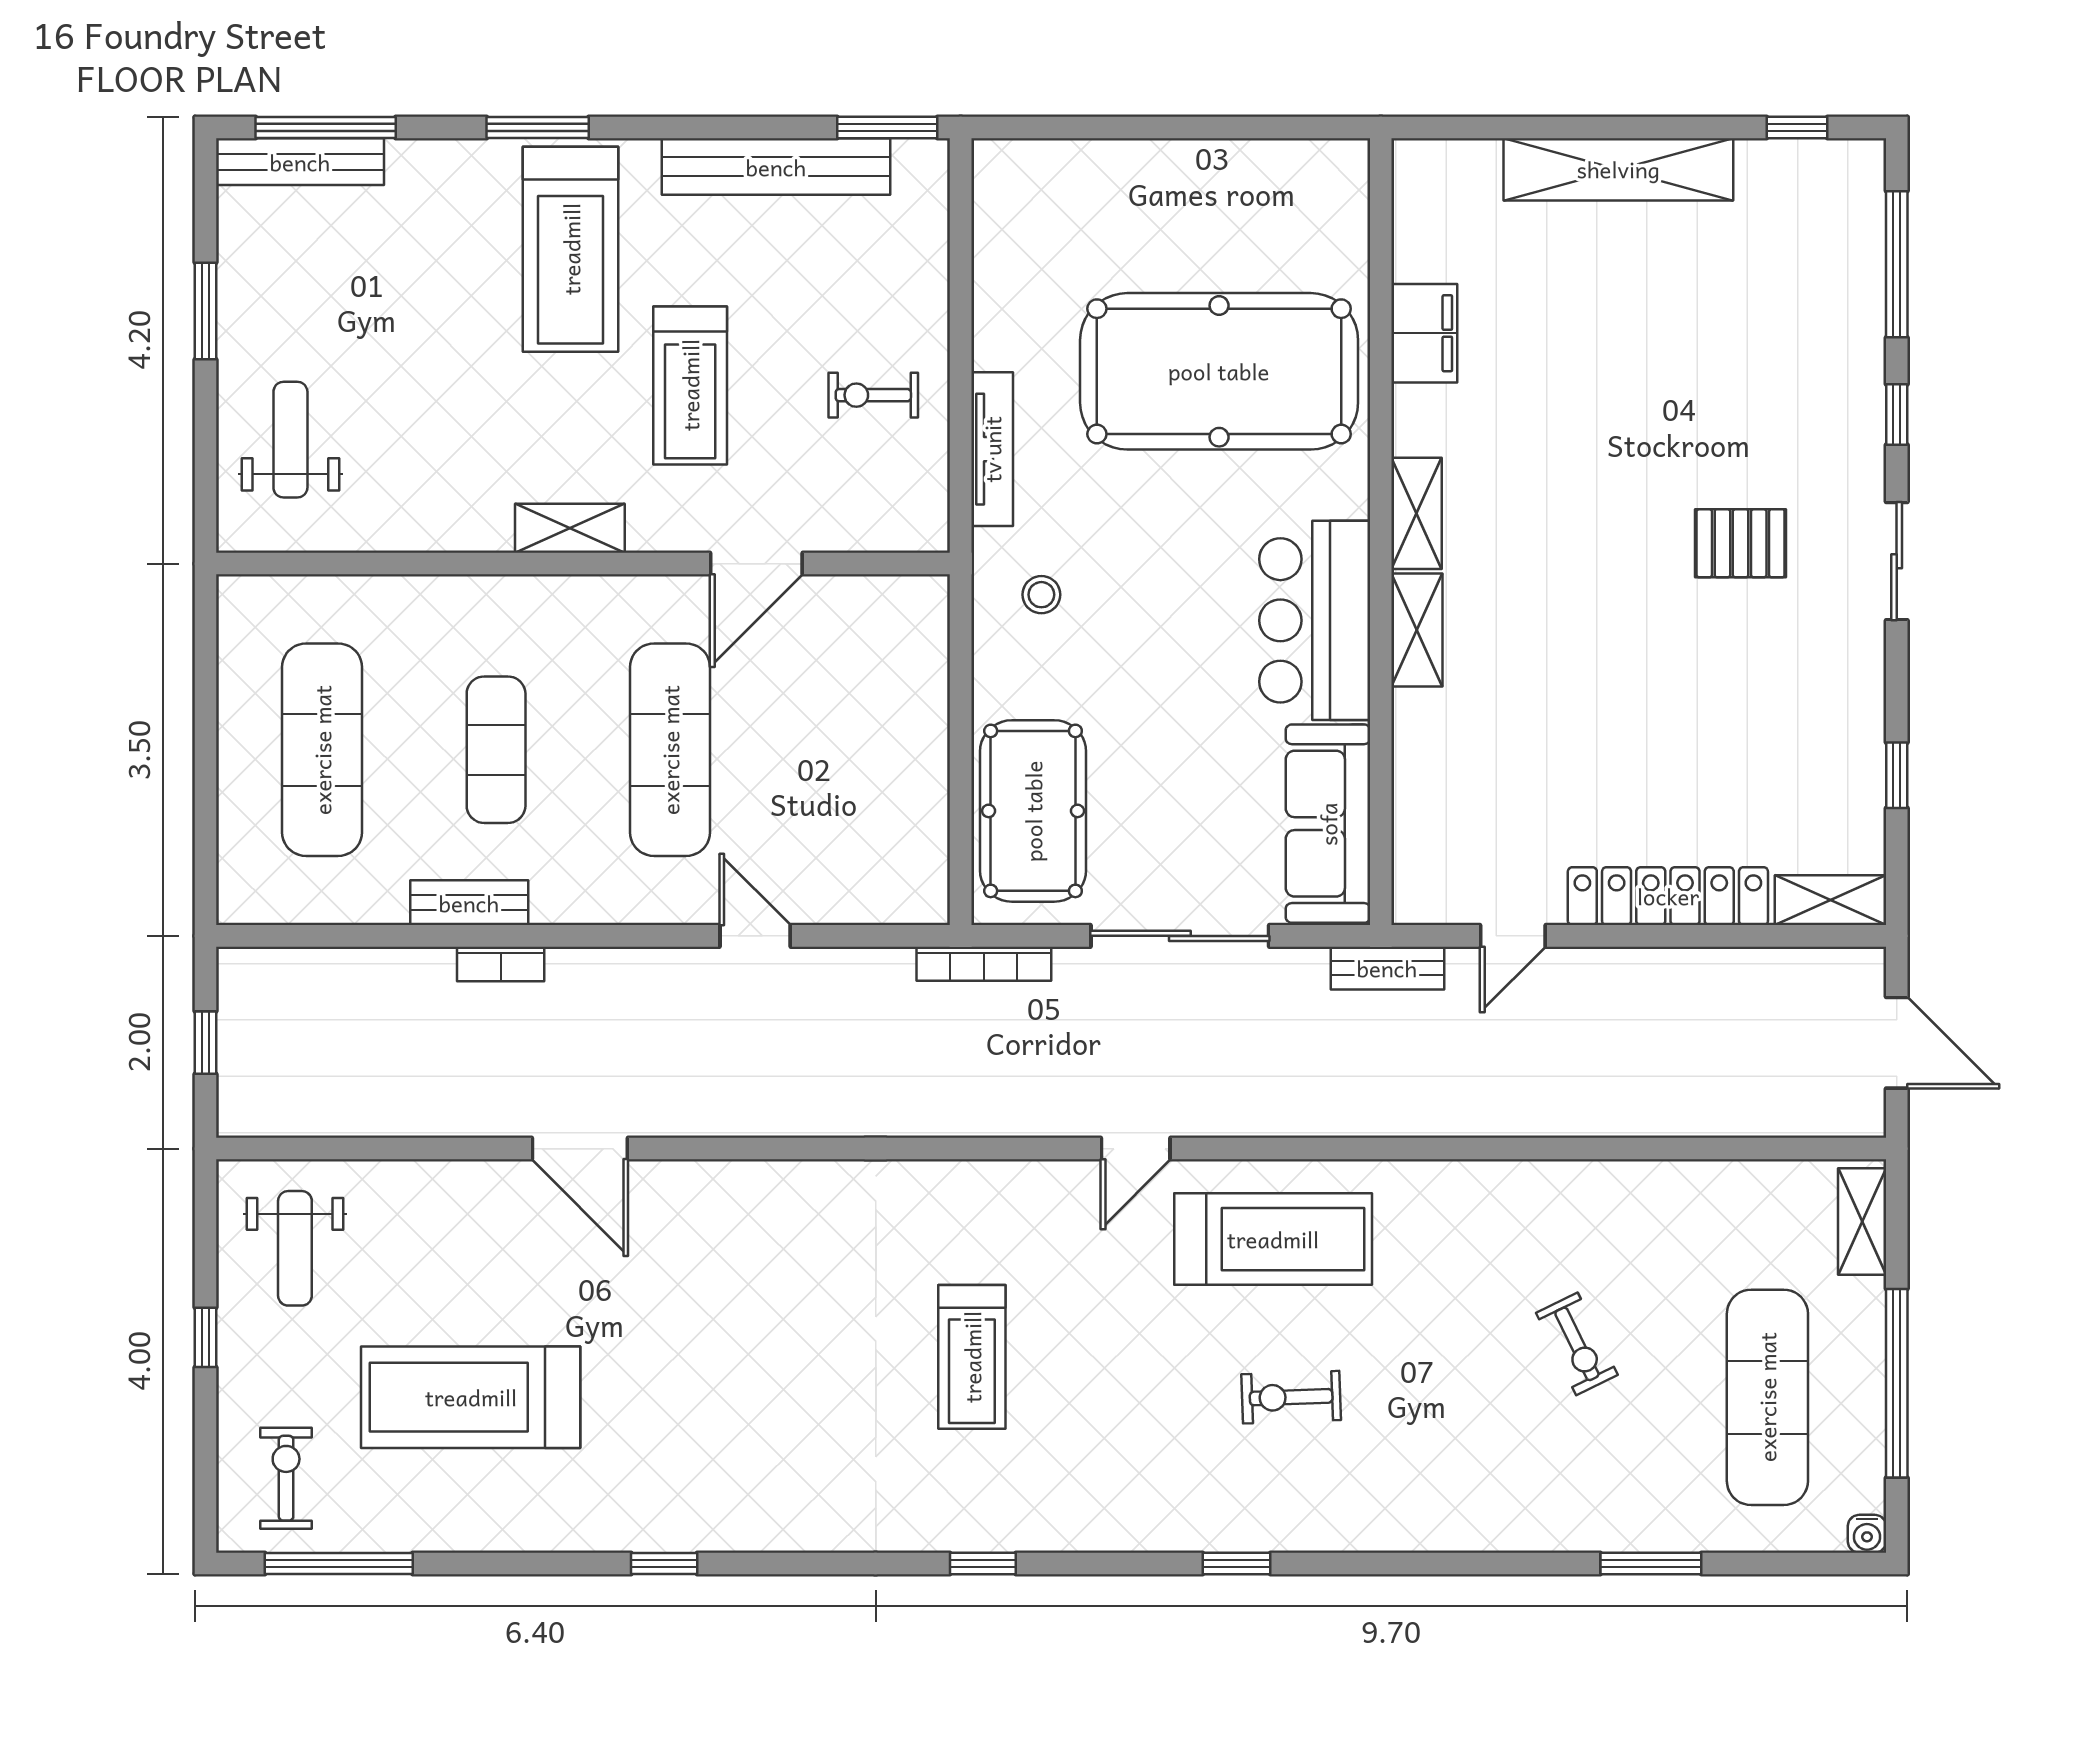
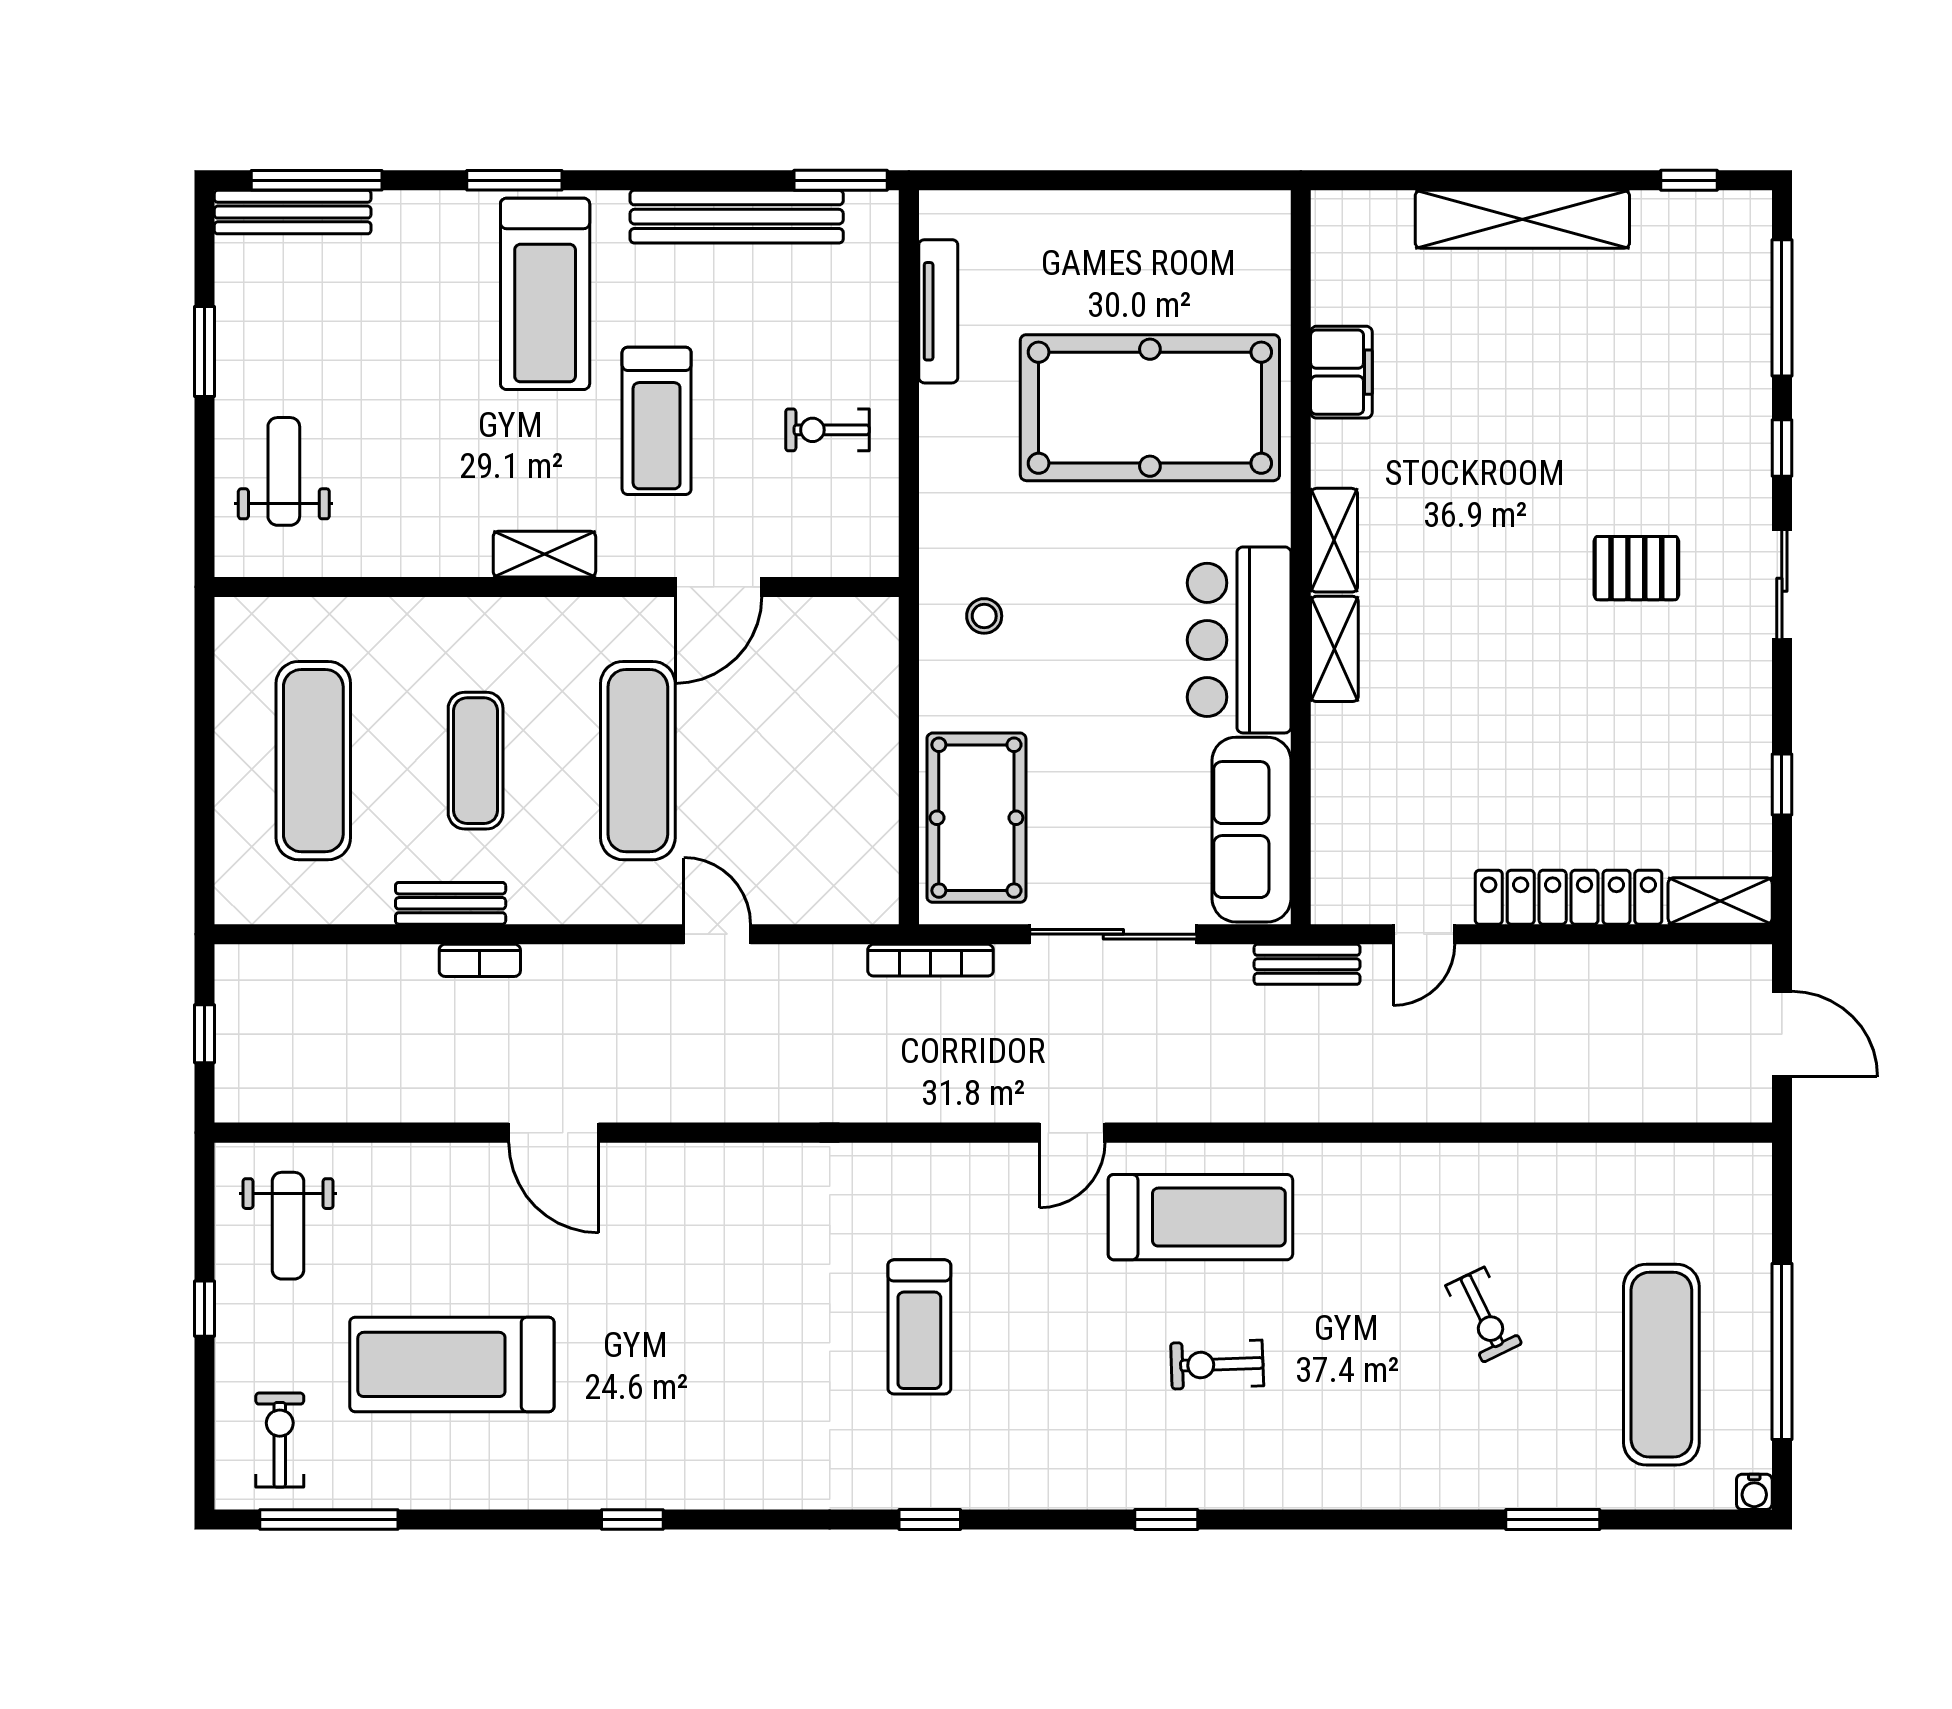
tv unit: (992, 449) -> (938, 311), moved
shelving: (1862, 1222) -> (1750, 1201), removed

